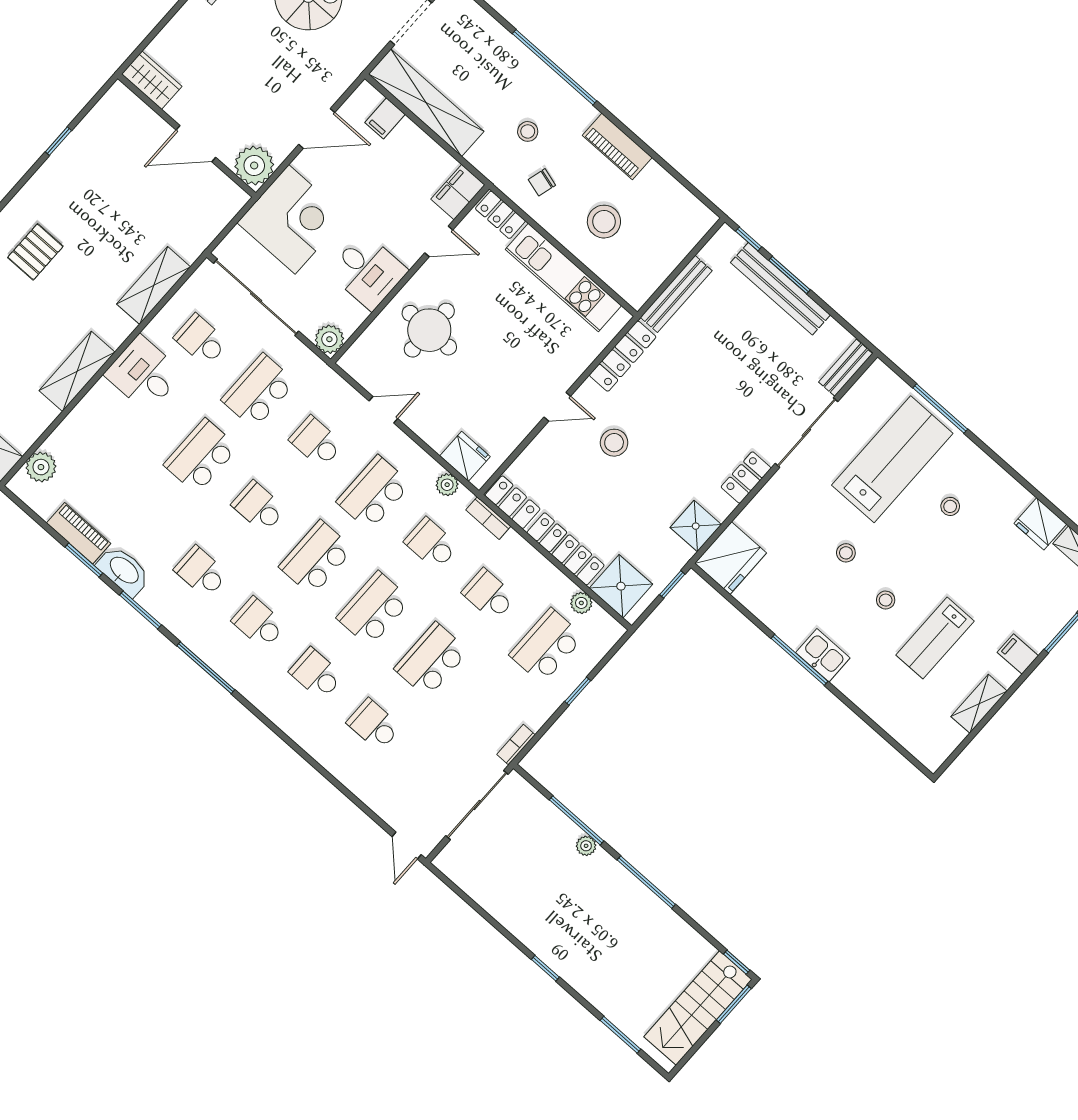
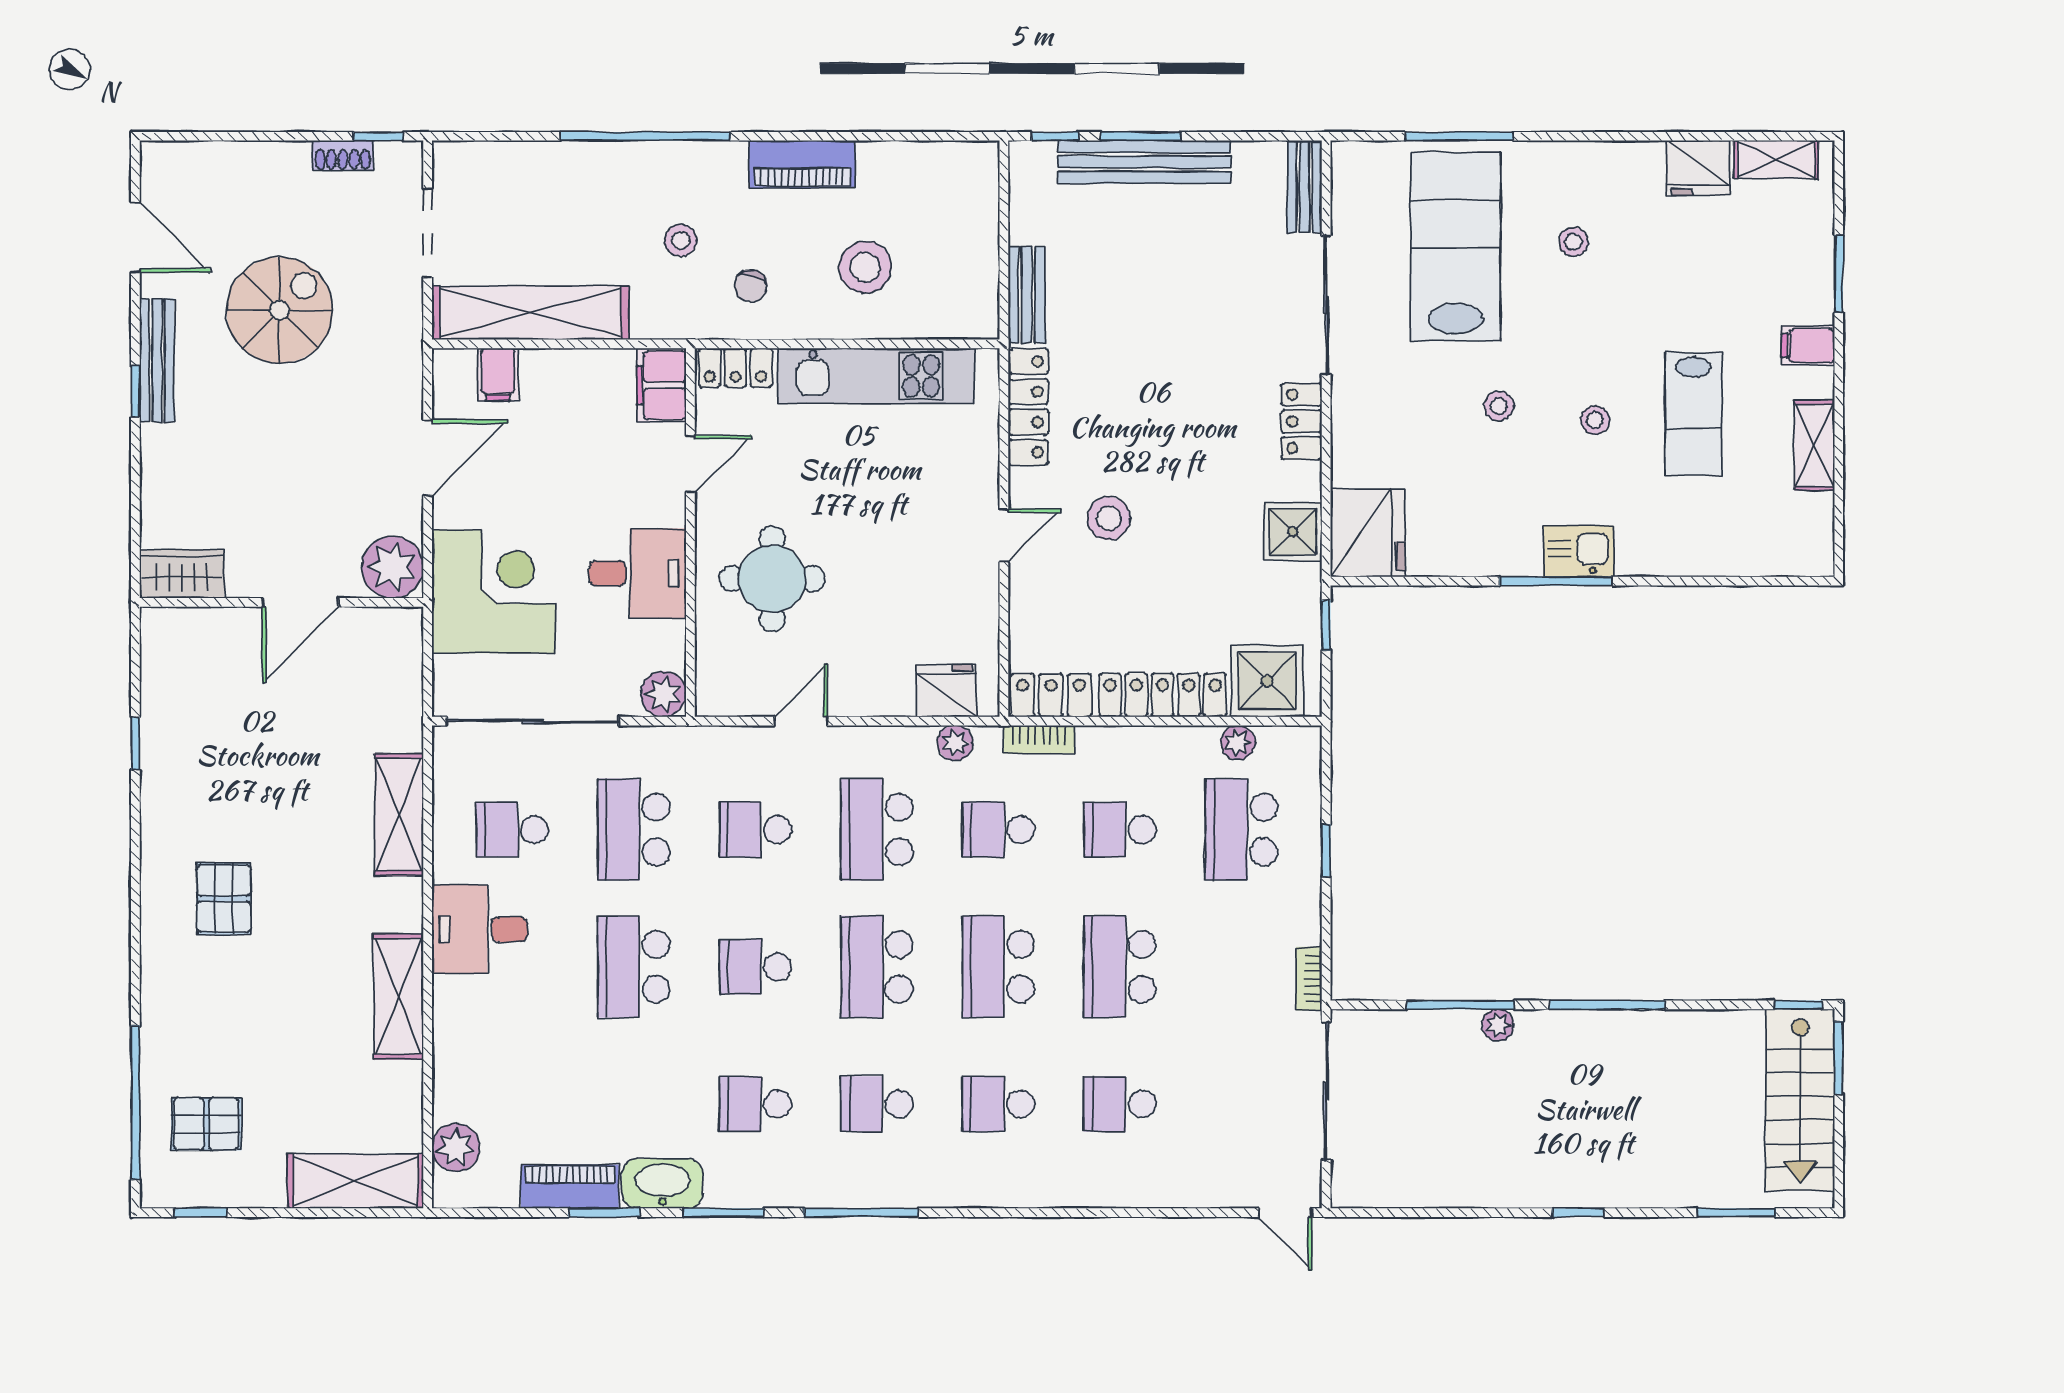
bench: (676, 294) -> (1027, 295), width x0.73

